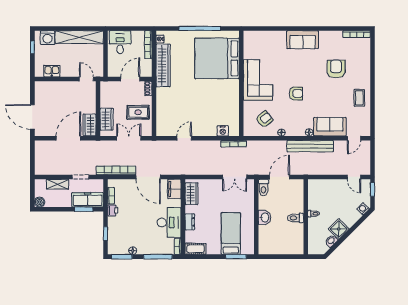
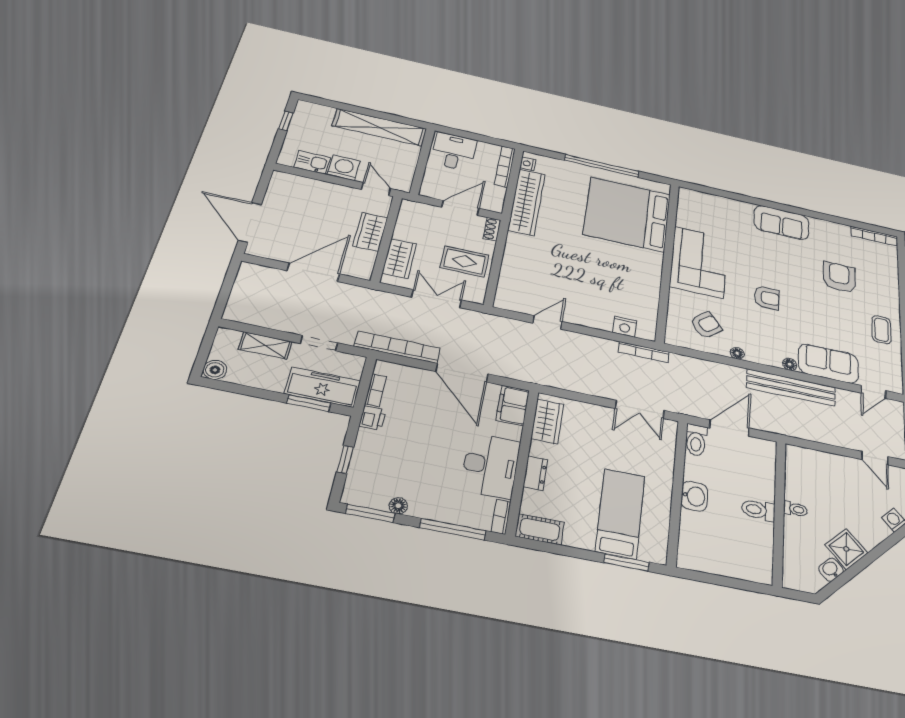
washing machine: (48, 38) -> (344, 168), moved, turned 180
wardrobe: (89, 125) -> (370, 232), moved

